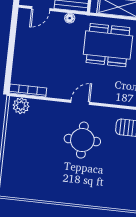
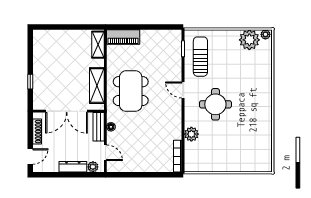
door: (80, 102) -> (183, 90), moved
plant: (21, 106) -> (191, 134), moved

